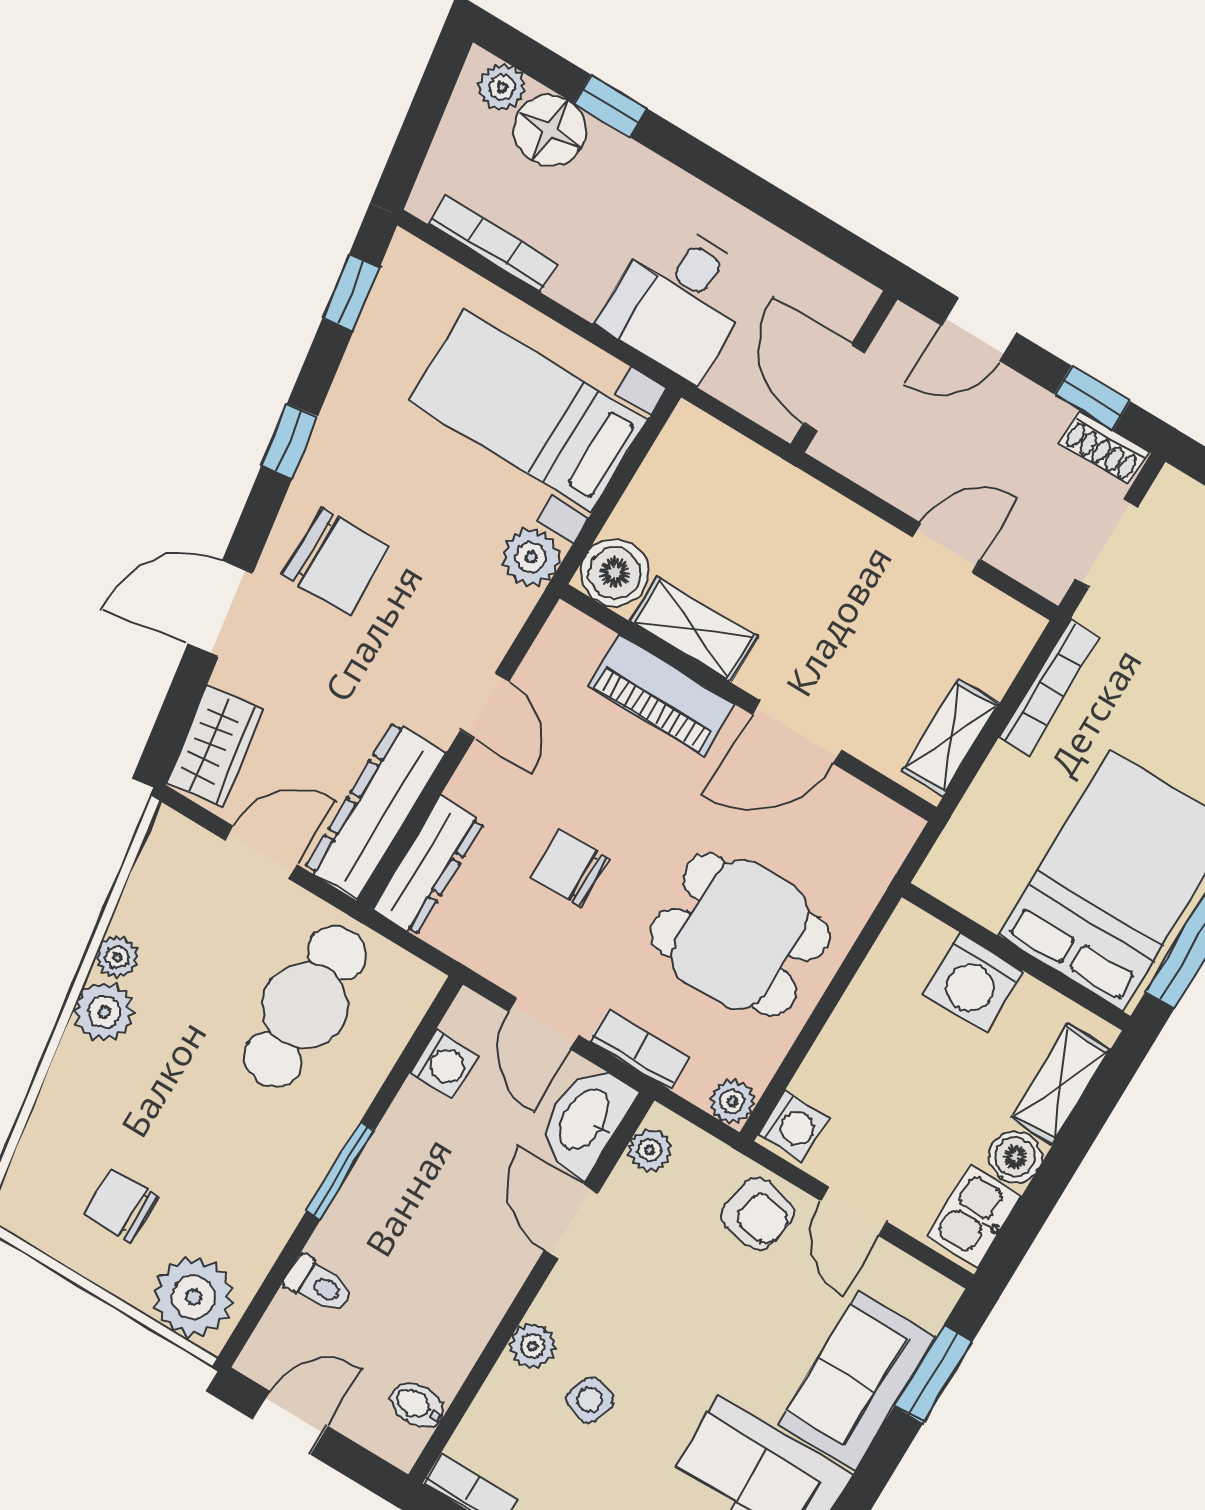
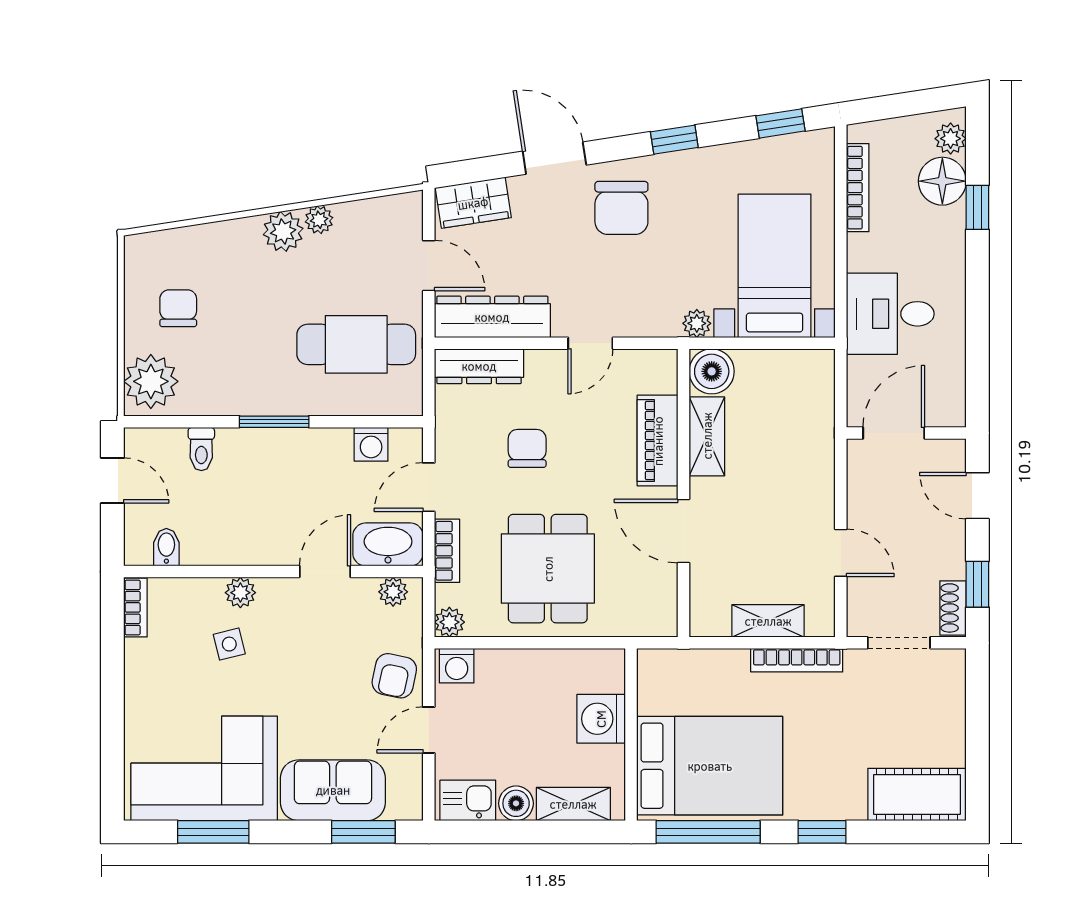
plant: (531, 557) -> (697, 323), width x0.73, depth x0.73
shelving: (951, 737) -> (768, 621), moved
side table: (590, 1400) -> (229, 644), turned -32

